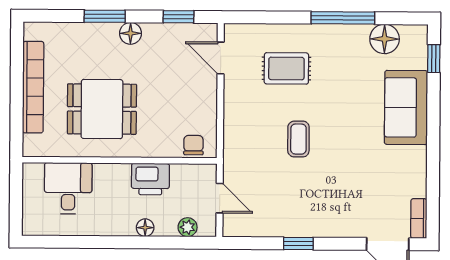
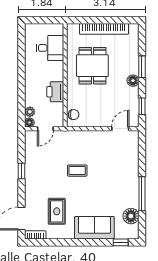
rug: (286, 68) -> (57, 211), moved
floor lamp: (145, 228) -> (29, 123), moved

